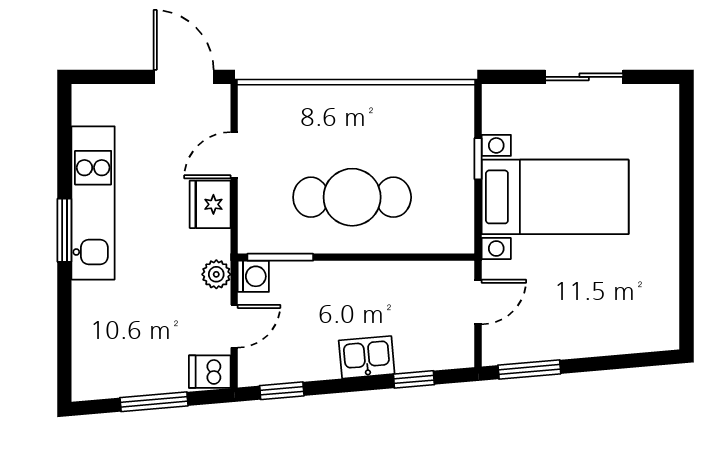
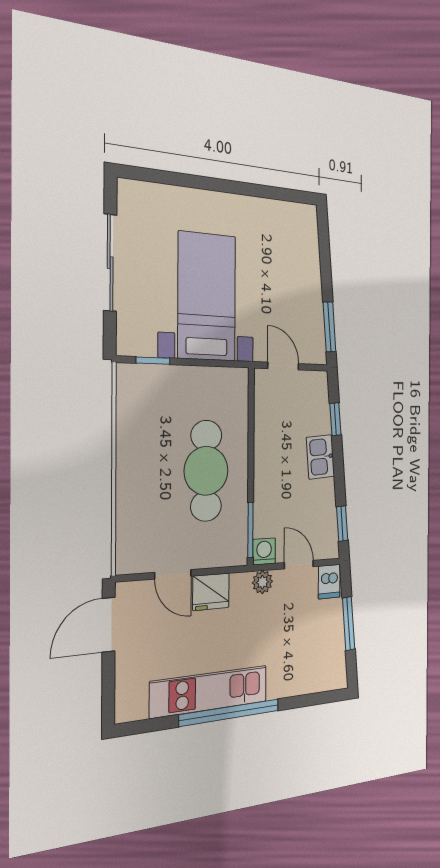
sliding door: (584, 77) -> (110, 263), width x1.37
window: (478, 159) -> (153, 361), moved
window: (64, 230) -> (230, 713), width x2.11

